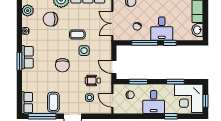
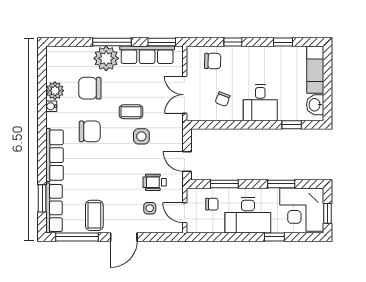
plant: (28, 11) -> (55, 91), moved
window: (145, 43) -> (234, 125), removed
window: (170, 43) -> (292, 125), moved
row of seats: (27, 57) -> (55, 155), width x1.48
window: (19, 61) -> (42, 198), moved
chair: (62, 65) -> (90, 131), moved, turned -90
desk: (154, 102) -> (248, 215), width x1.37
row of seats: (27, 103) -> (54, 208), width x1.48

